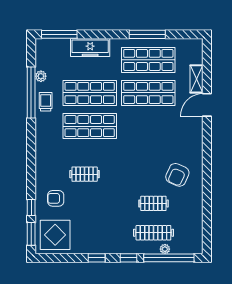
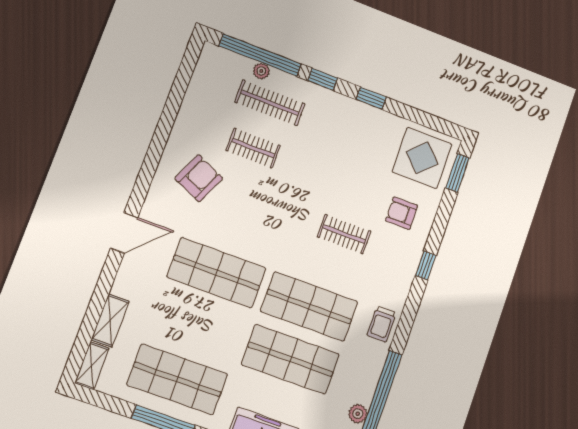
shelving: (197, 51) -> (92, 366), added
shop shelf: (148, 93) -> (217, 273), moved
trolley: (46, 102) -> (382, 324), moved
door: (207, 105) -> (124, 233), moved
armchair: (56, 198) -> (402, 213), turned 180
window: (31, 207) -> (426, 266), moved

